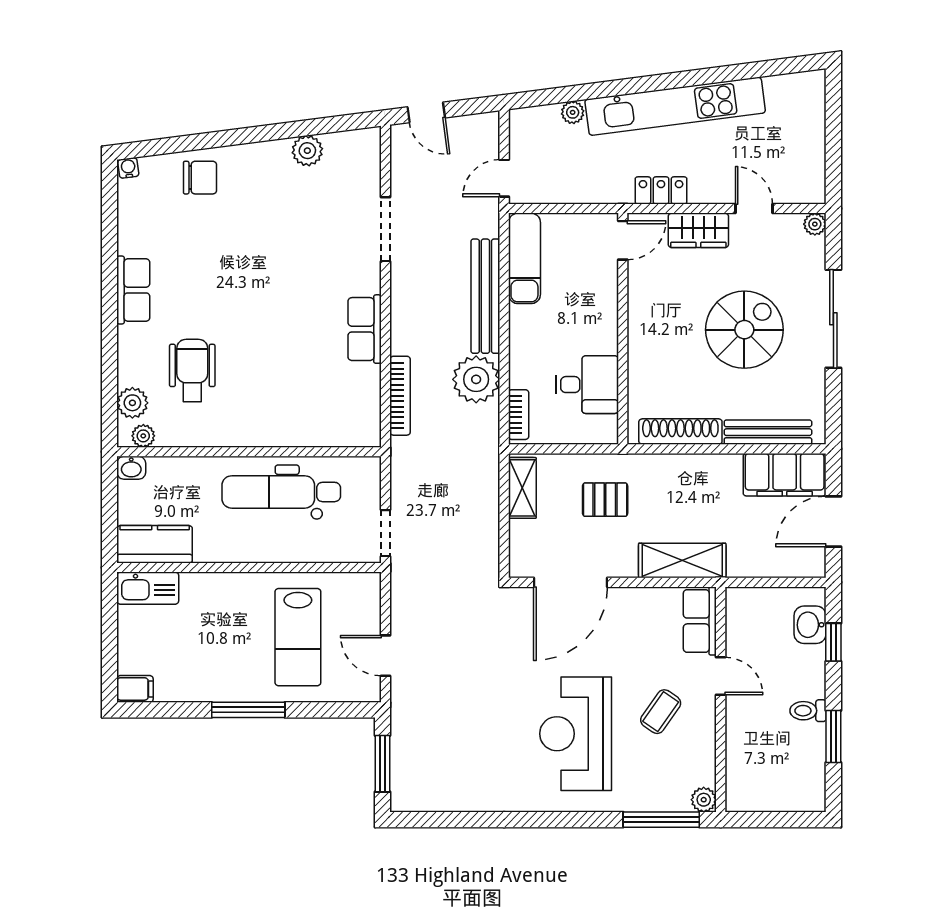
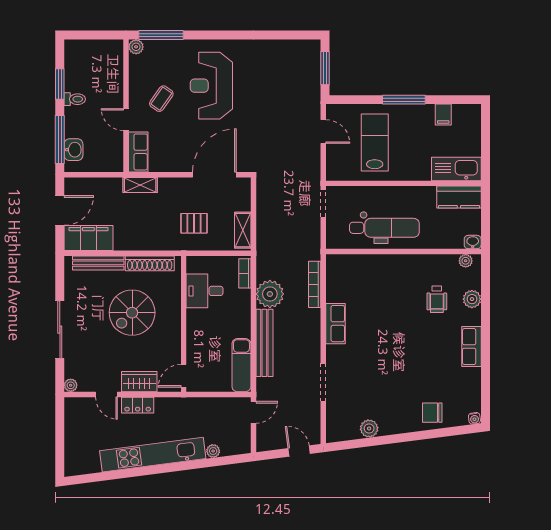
locker: (661, 190) -> (138, 405), moved
spiral stairs: (744, 330) -> (132, 313), moved
wheelchair: (192, 370) -> (437, 299), width x0.73, depth x0.73
plant: (132, 403) -> (472, 299), moved
shelving: (682, 560) -> (140, 185), width x0.67, depth x0.75
kitchen sink: (148, 588) -> (456, 169), width x1.36, depth x1.24
window: (833, 642) -> (60, 139), width x2.17
filing cabinet: (135, 689) -> (443, 115), moved, turned -90
reception desk: (576, 734) -> (211, 86), turned 180

